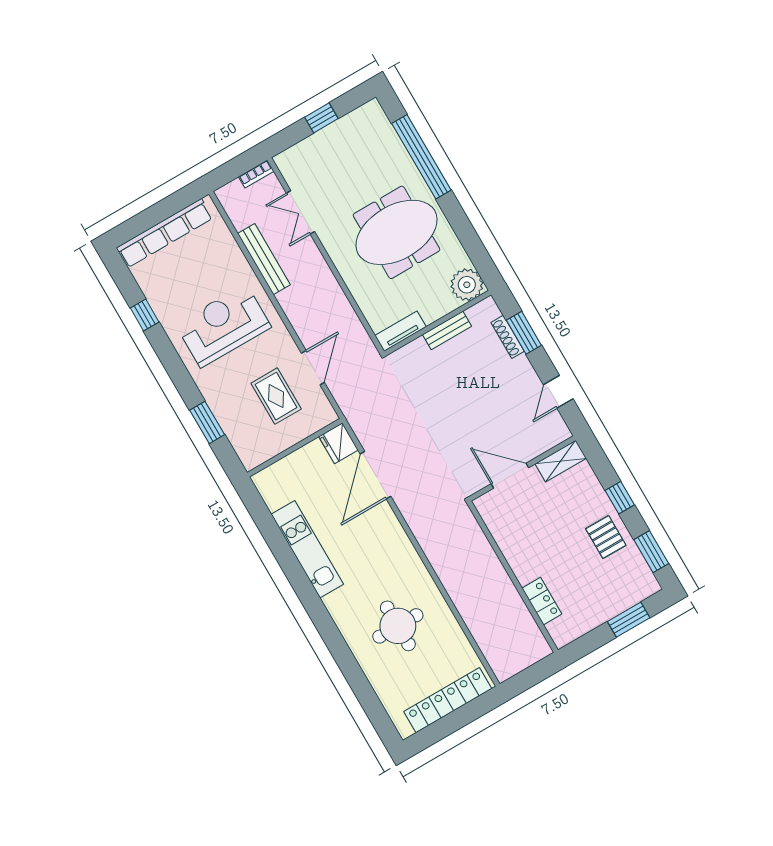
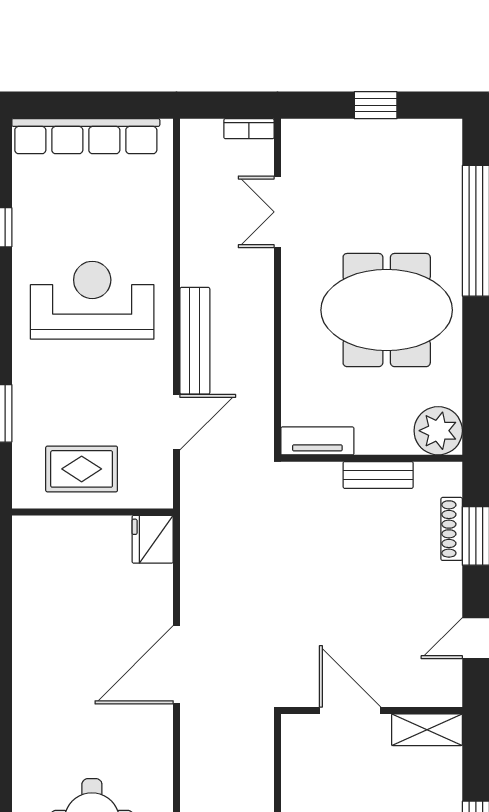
bench: (264, 259) -> (195, 341), moved
rug: (276, 396) -> (82, 469), moved, turned 90
door: (375, 475) -> (177, 665), moved
kitchen unit: (307, 549) -> (32, 653), removed

